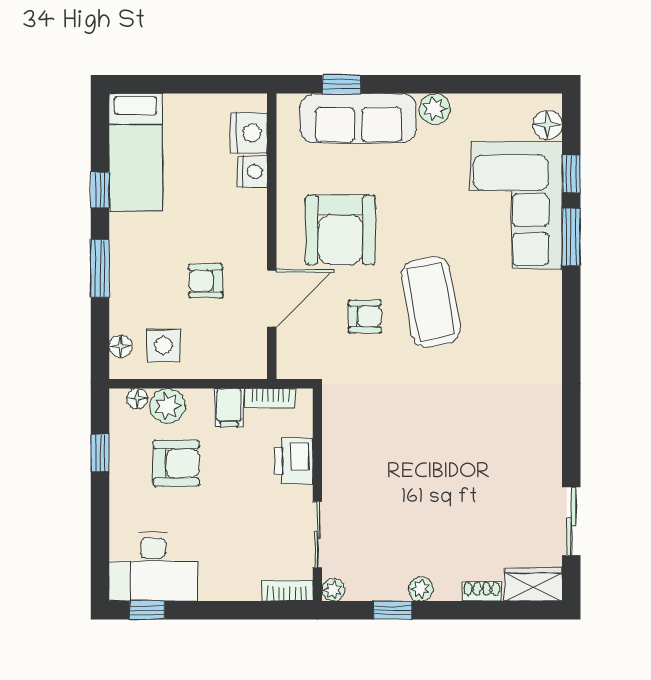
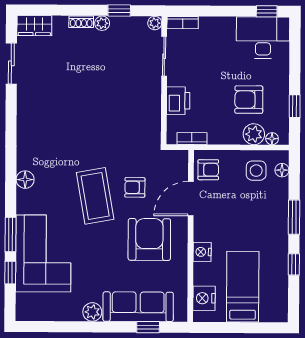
floor lamp: (547, 125) -> (25, 180), moved
bed: (136, 152) -> (243, 287), moved
nightstand: (252, 172) -> (202, 252), moved
armchair: (206, 281) -> (208, 170), moved
filing cabinet: (229, 408) -> (217, 133), removed
shoe rack: (482, 591) -> (81, 22), moved

